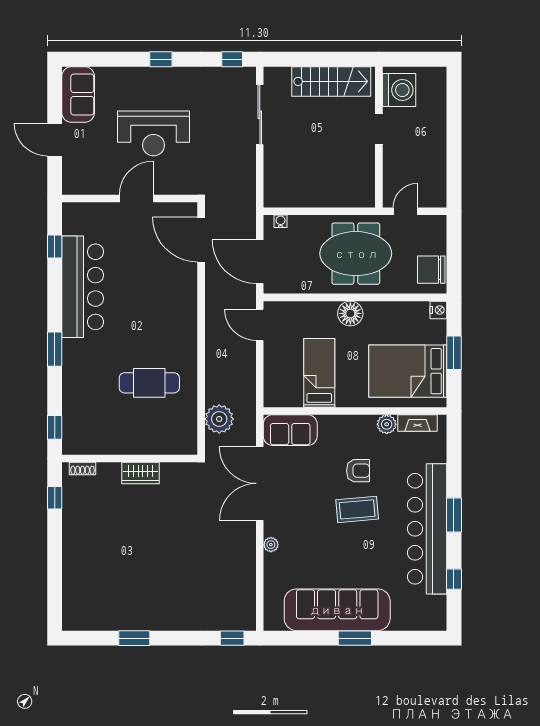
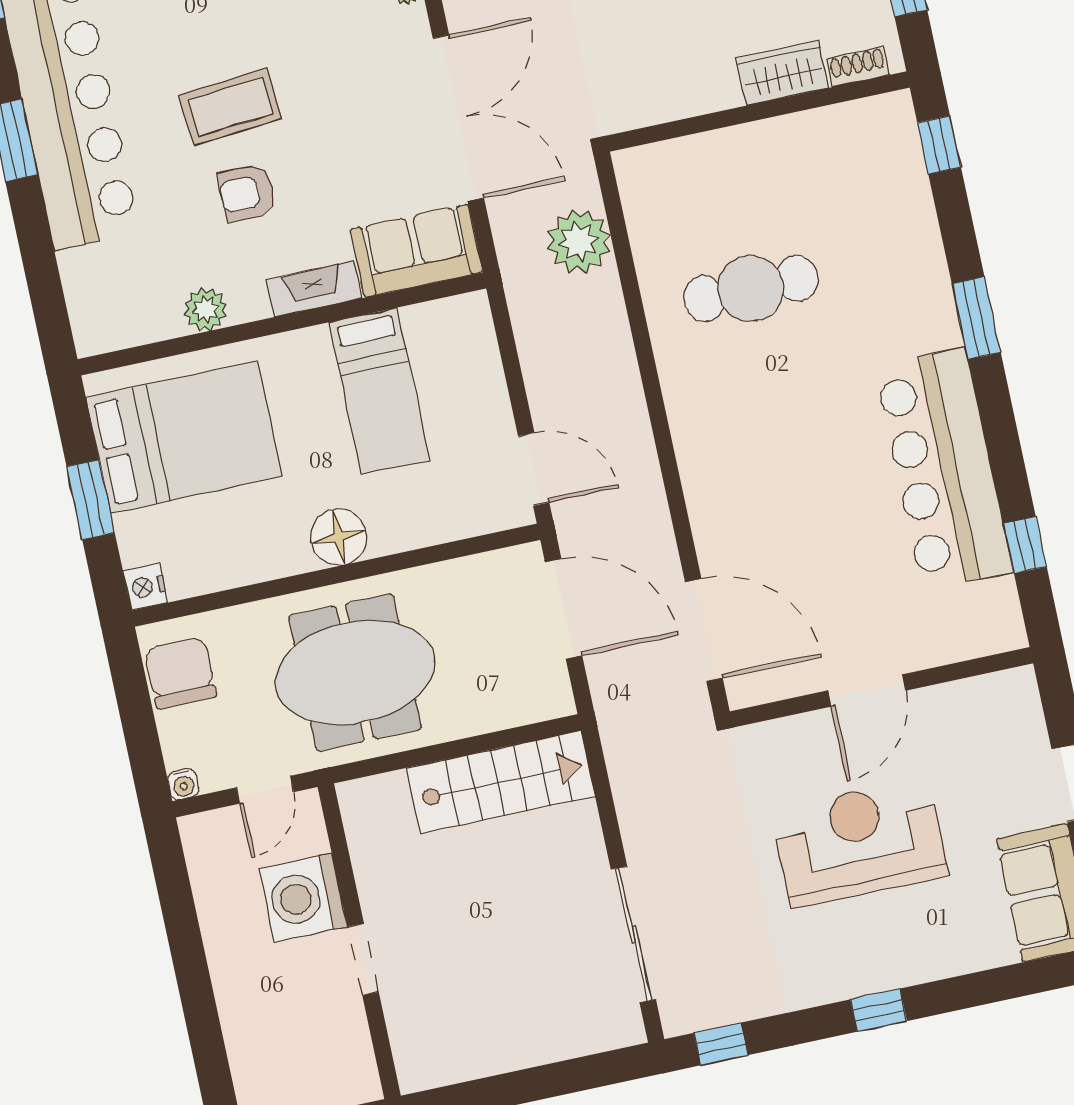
stairs: (331, 81) -> (501, 782), moved, turned 180
washing machine: (399, 90) -> (303, 898), moved
water cooler: (281, 221) -> (183, 784), moved
chair: (431, 270) -> (180, 673), turned -90
fireplace: (417, 423) -> (314, 289), moved
wardrobe: (140, 473) -> (783, 73), moved

